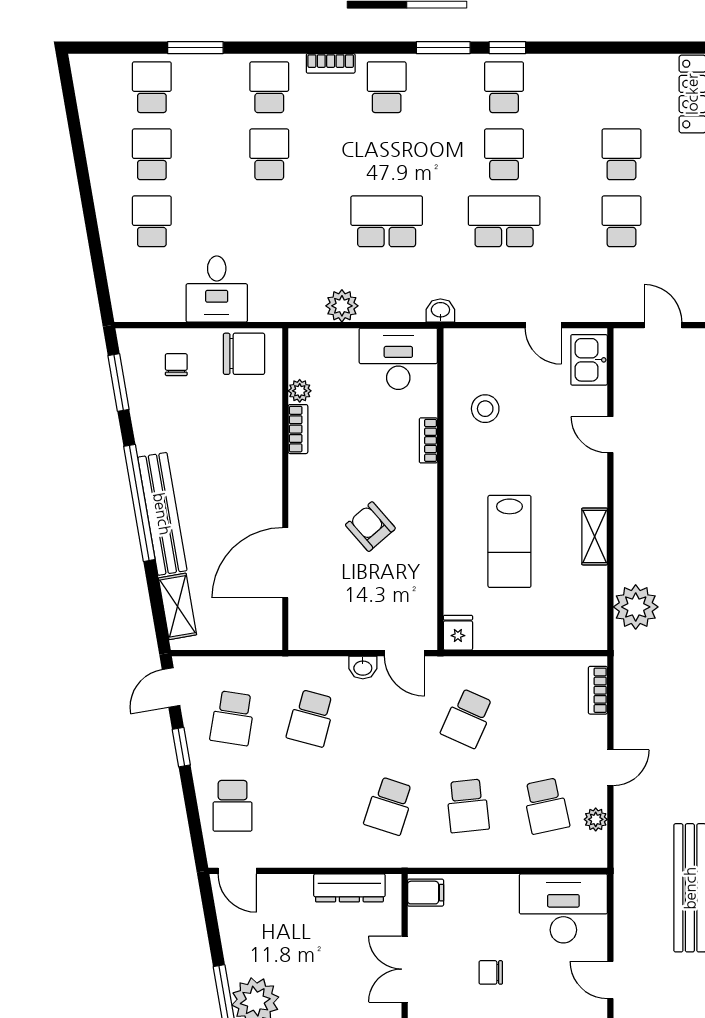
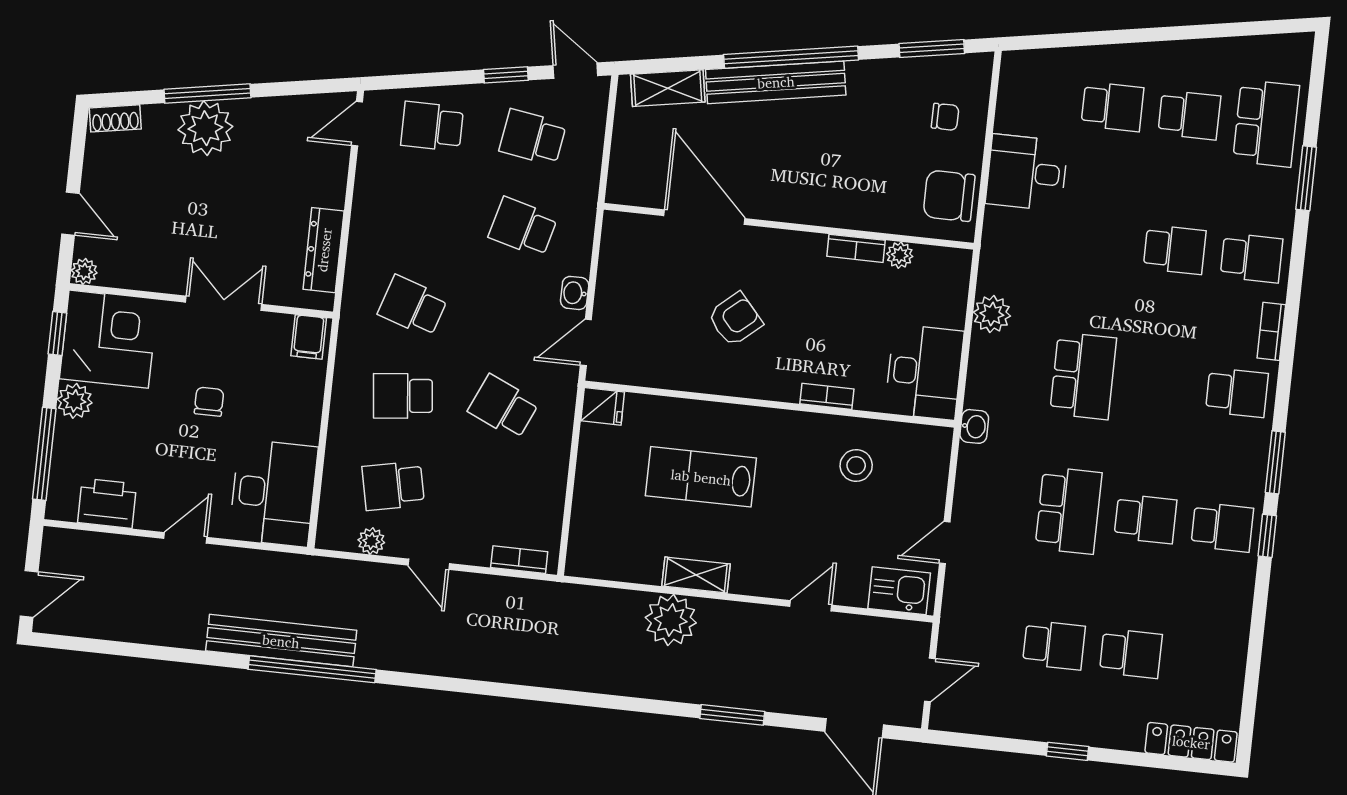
school desk: (152, 87) -> (1266, 123), width x1.85
chair: (244, 354) -> (949, 196), turned 90
plant: (636, 607) -> (671, 620), moved

